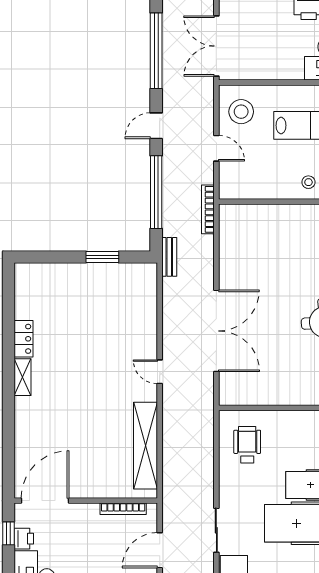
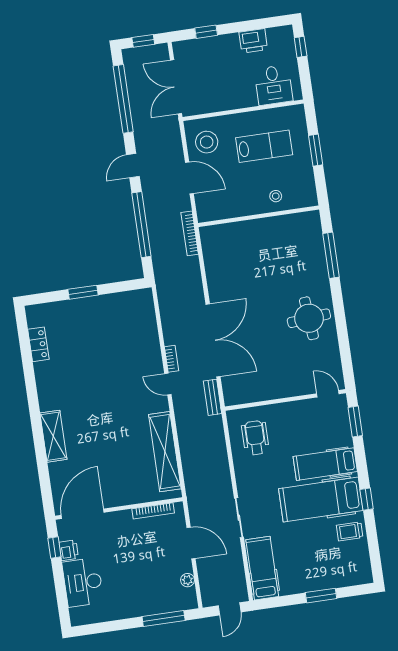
door: (216, 148) -> (189, 178), width x1.38
window: (102, 257) -> (83, 292), moved
bench: (169, 257) -> (213, 397), moved
locker: (24, 339) -> (38, 344), moved
bookcase: (168, 344) -> (171, 359), added
shelving: (23, 377) -> (53, 436), moved, width x1.50, depth x1.33
door: (160, 550) -> (191, 543), swing flipped

